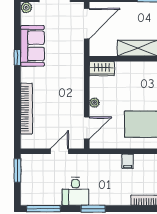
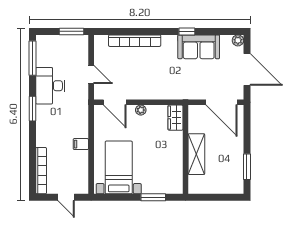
desk: (75, 191) -> (50, 86), width x1.37

